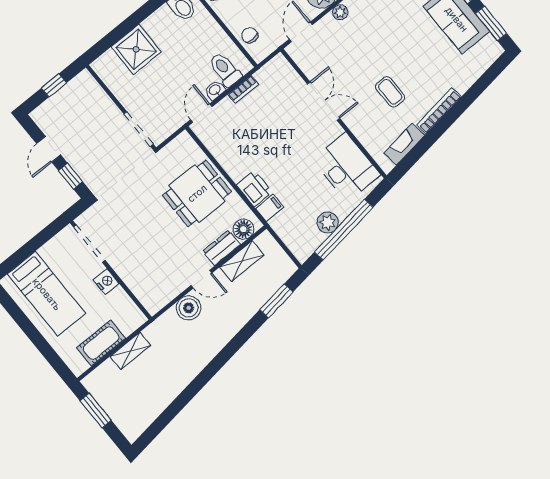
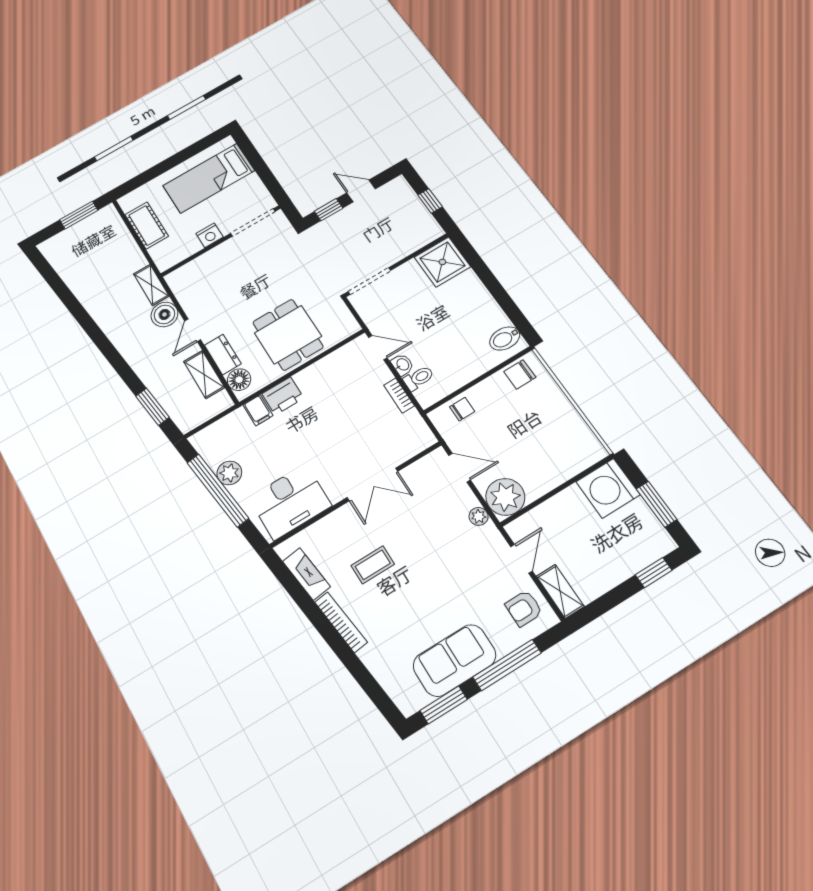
shower: (136, 49) -> (442, 262), moved
toilet: (225, 69) -> (419, 378), width x0.73, depth x0.72
shelving: (130, 351) -> (151, 285), moved

